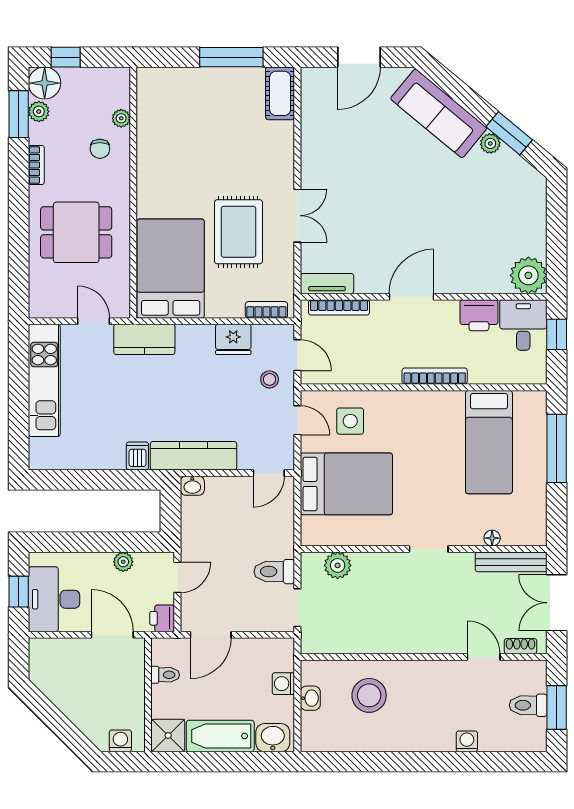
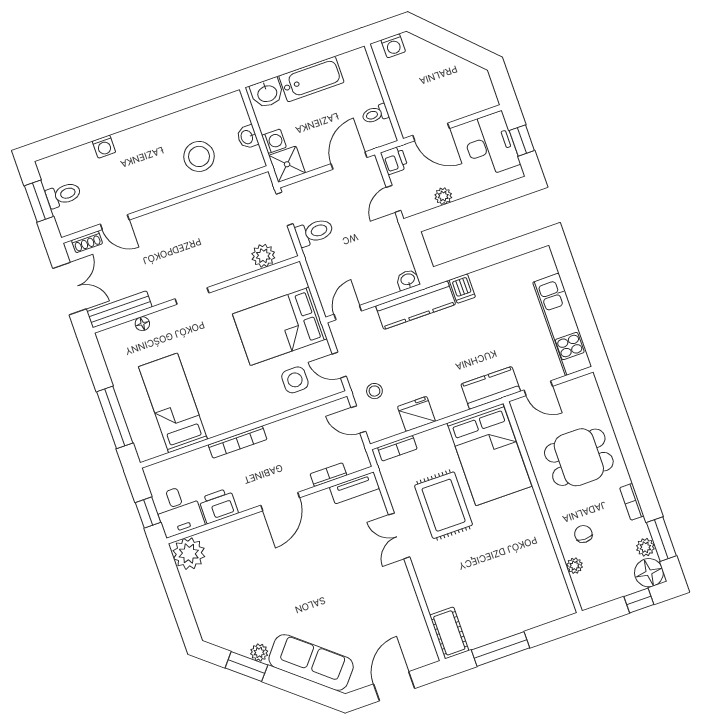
bookcase: (339, 307) -> (328, 475), width x0.64
shower: (168, 735) -> (287, 164), moved

